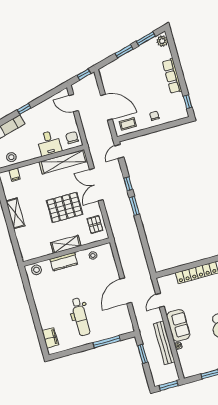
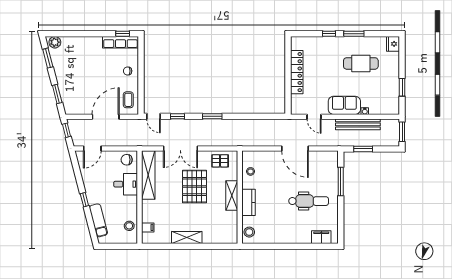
window: (124, 51) -> (57, 94), moved
row of seats: (172, 76) -> (120, 42), moved
window: (128, 184) -> (177, 116), moved

